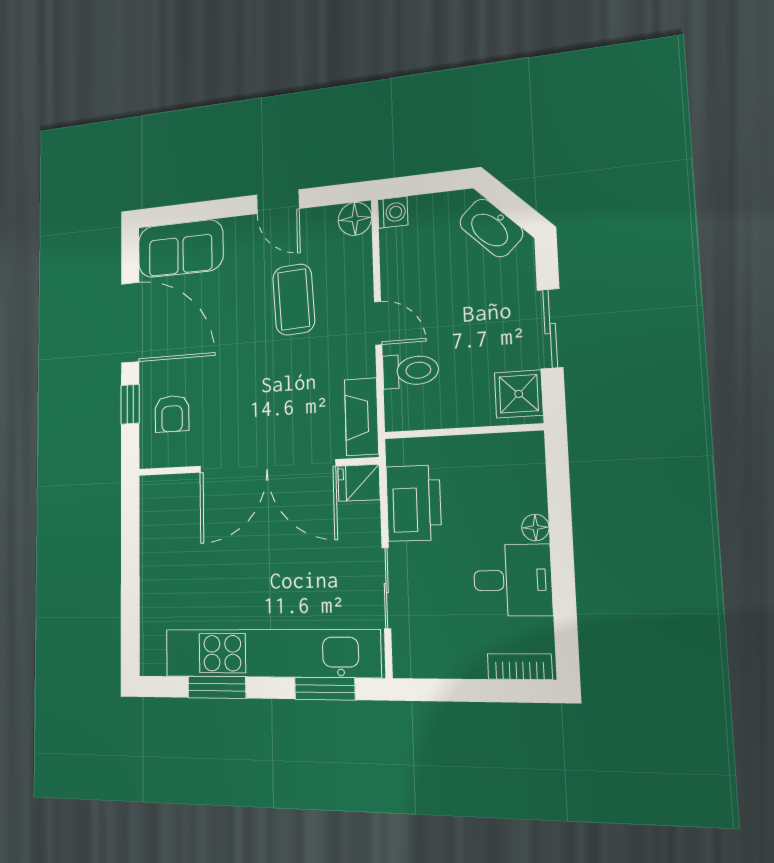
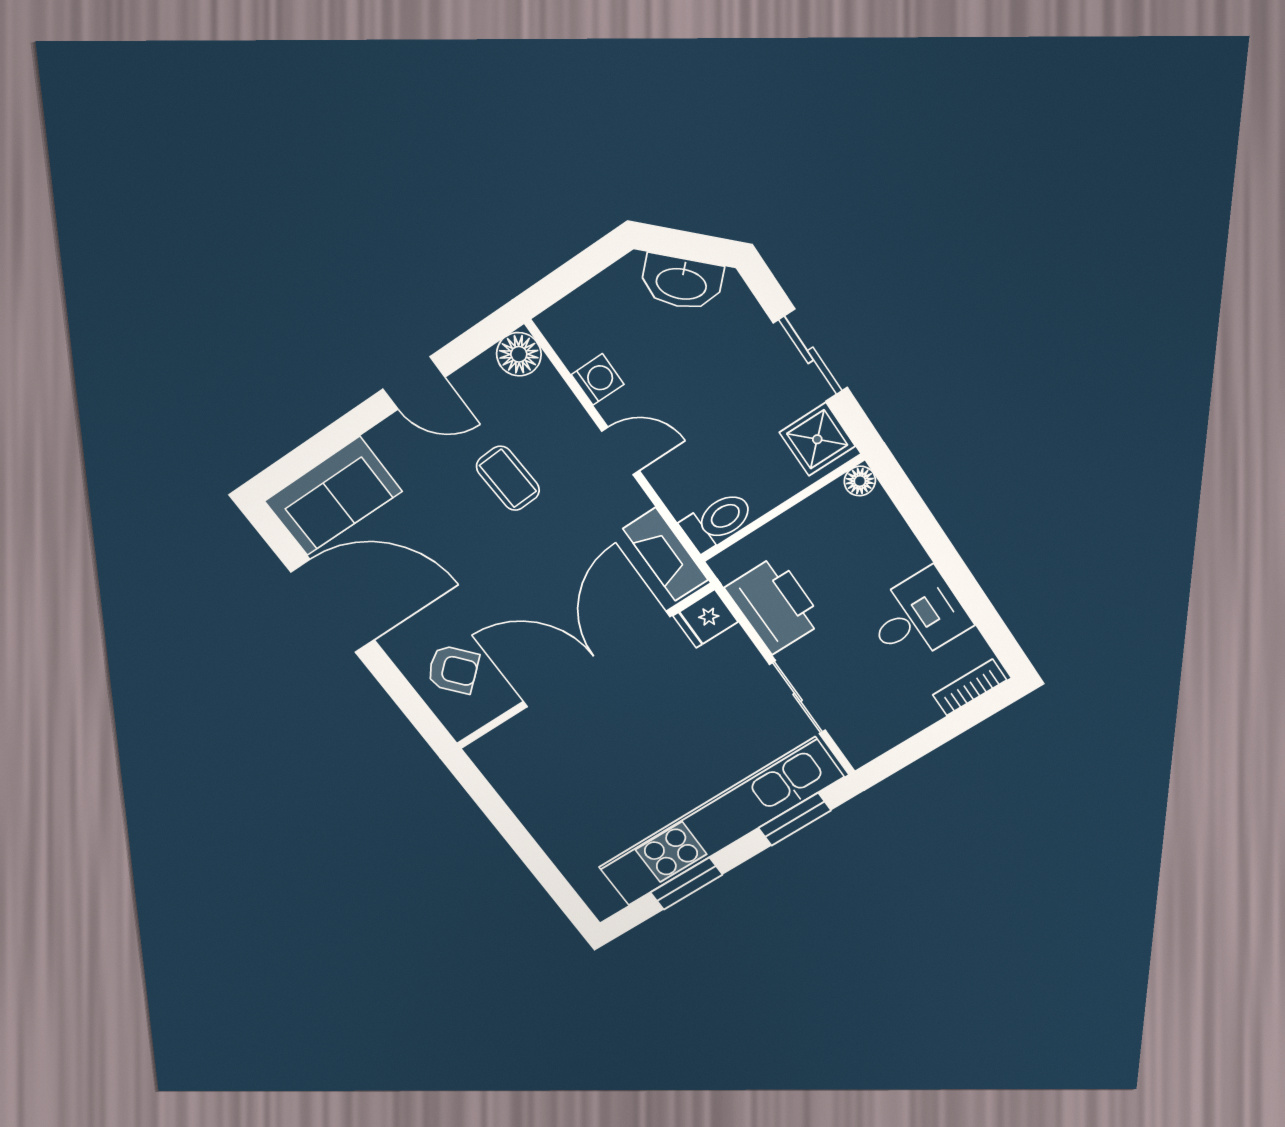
washing machine: (393, 212) -> (598, 379), moved
coffee table: (294, 300) -> (508, 478), width x0.73, depth x0.77
toilet: (411, 371) -> (717, 521), moved
window: (130, 404) -> (398, 687), removed
armchair: (172, 414) -> (453, 669), turned -41
double door: (267, 466) -> (596, 659), swing flipped
floor lamp: (535, 528) -> (860, 481), moved

